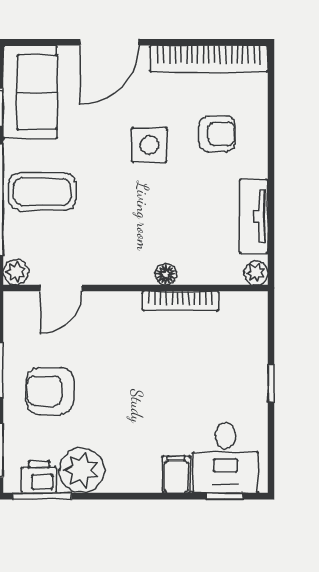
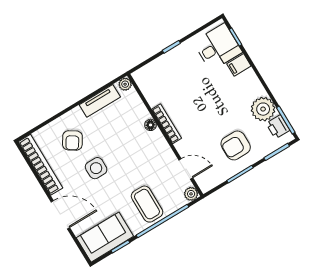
armchair: (217, 134) -> (72, 140), turned -147
bookcase: (180, 301) -> (167, 124), moved
armchair: (50, 391) -> (236, 145), turned 90

